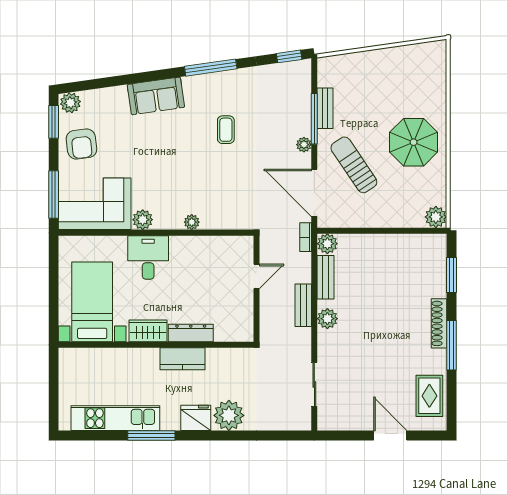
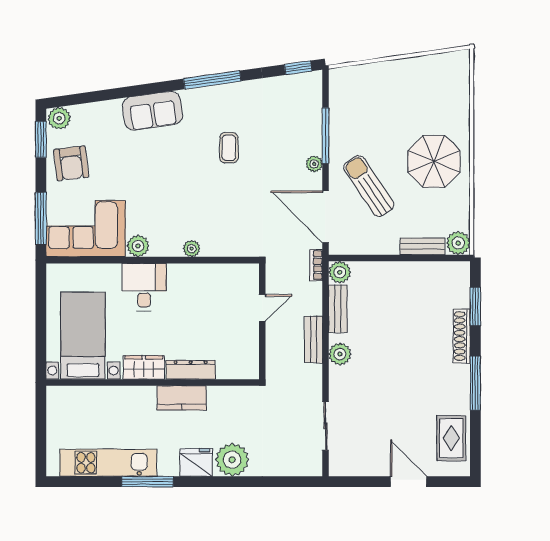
bench: (325, 108) -> (422, 246), moved, turned 90
shoe rack: (439, 323) -> (462, 336), moved

